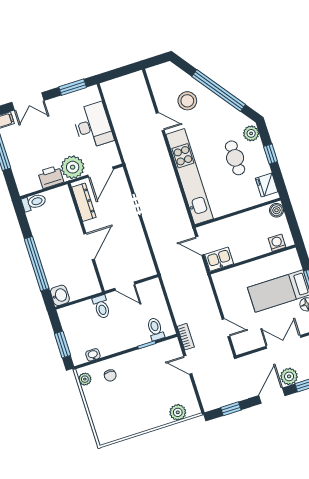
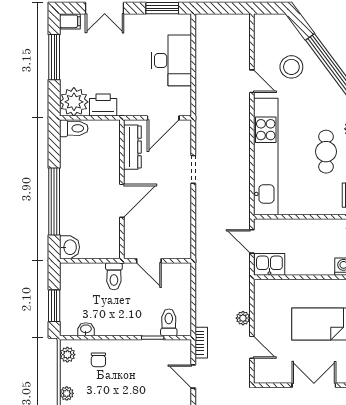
plant: (73, 167) -> (74, 102), moved
plant: (212, 307) -> (243, 318), added
plant: (94, 409) -> (67, 393), added

